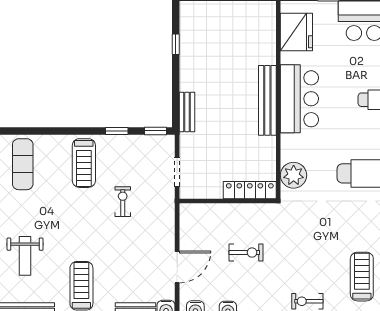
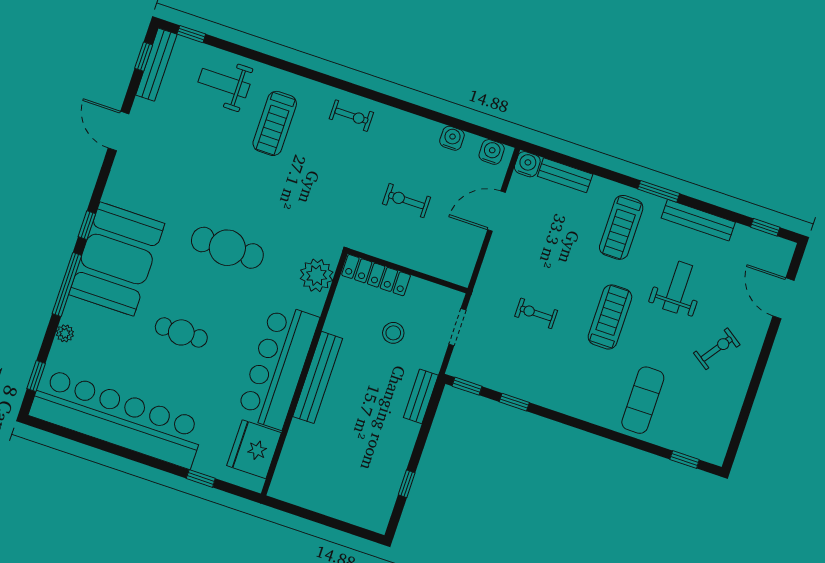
bar counter: (299, 99) -> (278, 366), width x1.36
stool: (223, 152) -> (393, 333), added
treadmill: (84, 163) -> (610, 317), moved
exercise bike: (123, 202) -> (536, 313), turned 90

